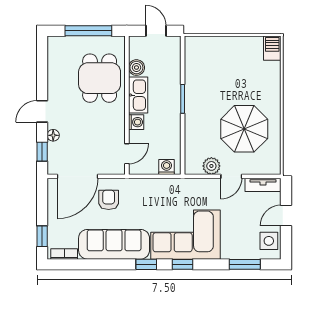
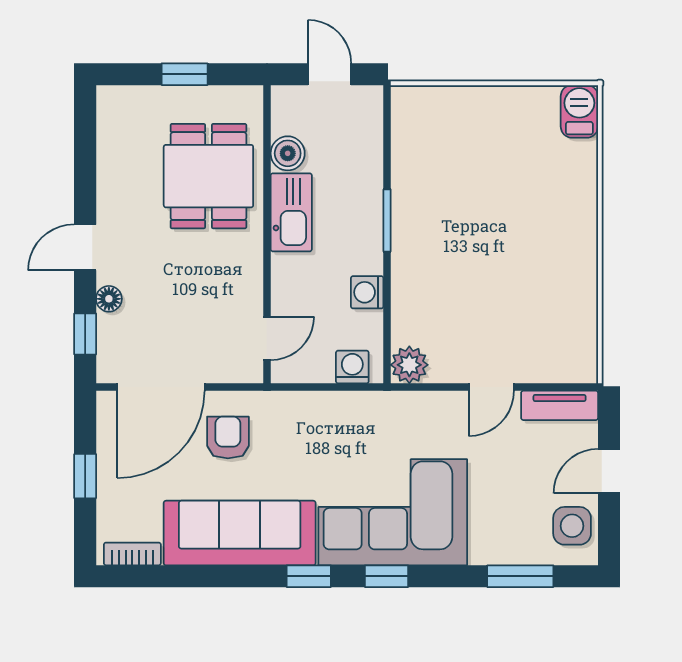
window: (88, 31) -> (185, 74), width x0.46
washing machine: (136, 122) -> (367, 292), moved, turned 180
parasol: (244, 129) -> (519, 285), removed
plant: (211, 166) -> (409, 365), moved
window: (42, 236) -> (85, 476), moved

